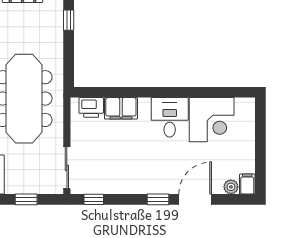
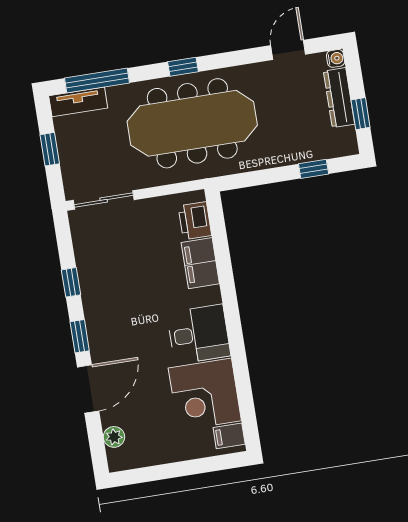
filing cabinet: (247, 184) -> (229, 436), moved, turned 180
window: (94, 199) -> (71, 282), moved
door: (195, 199) -> (88, 389), hinge flipped

